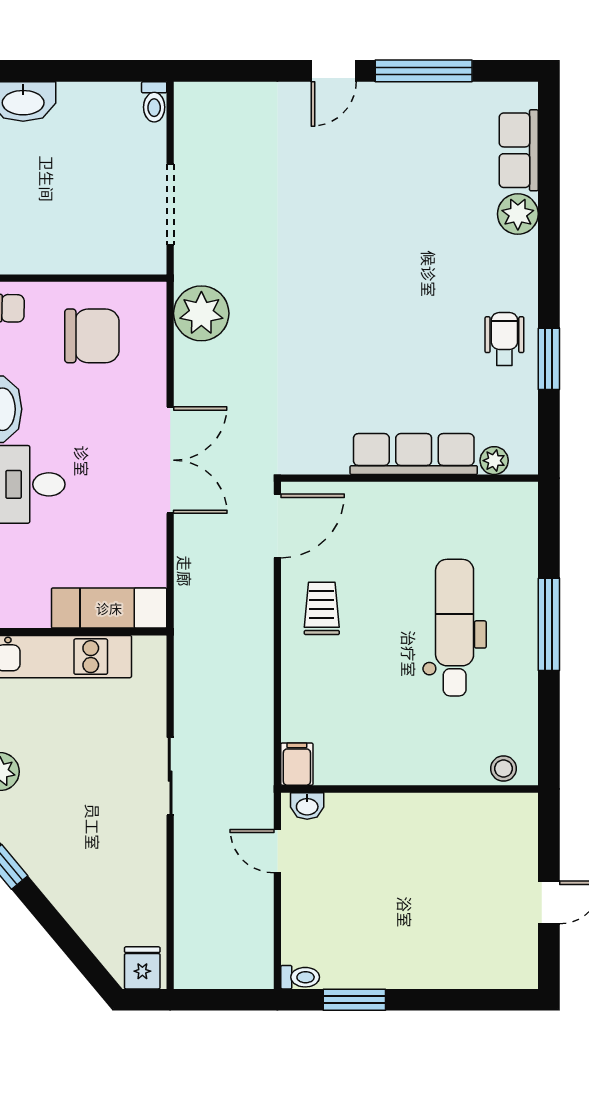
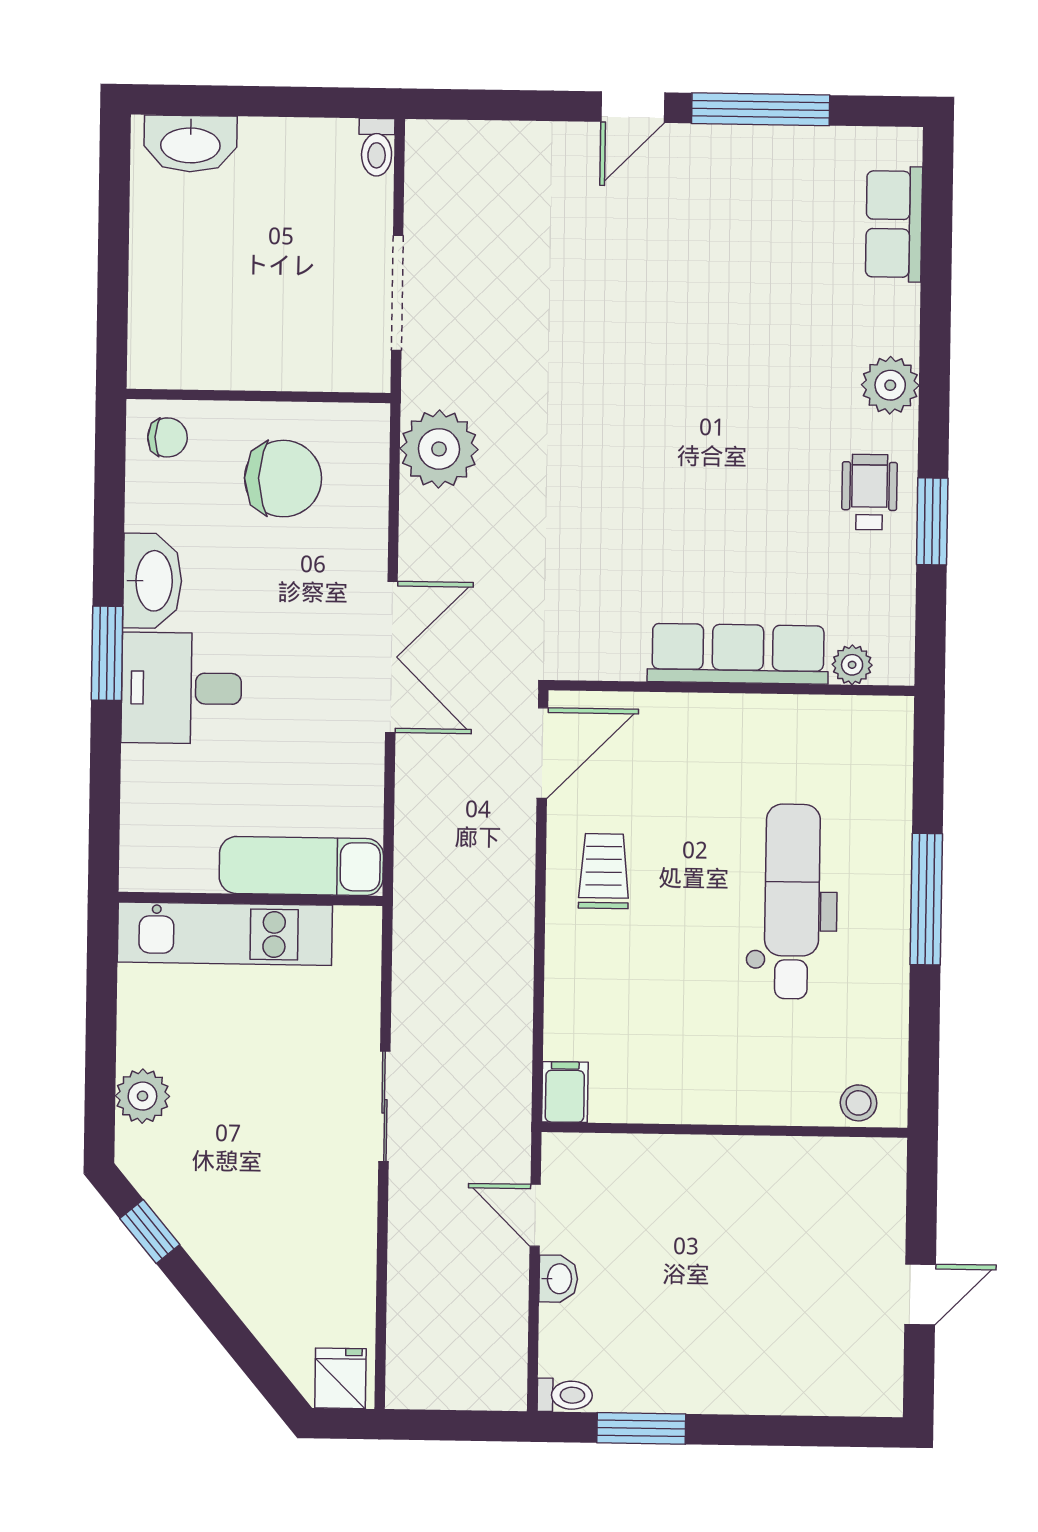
plant: (518, 214) -> (890, 385), moved
washbasin: (307, 806) -> (558, 1279), moved, turned -90

